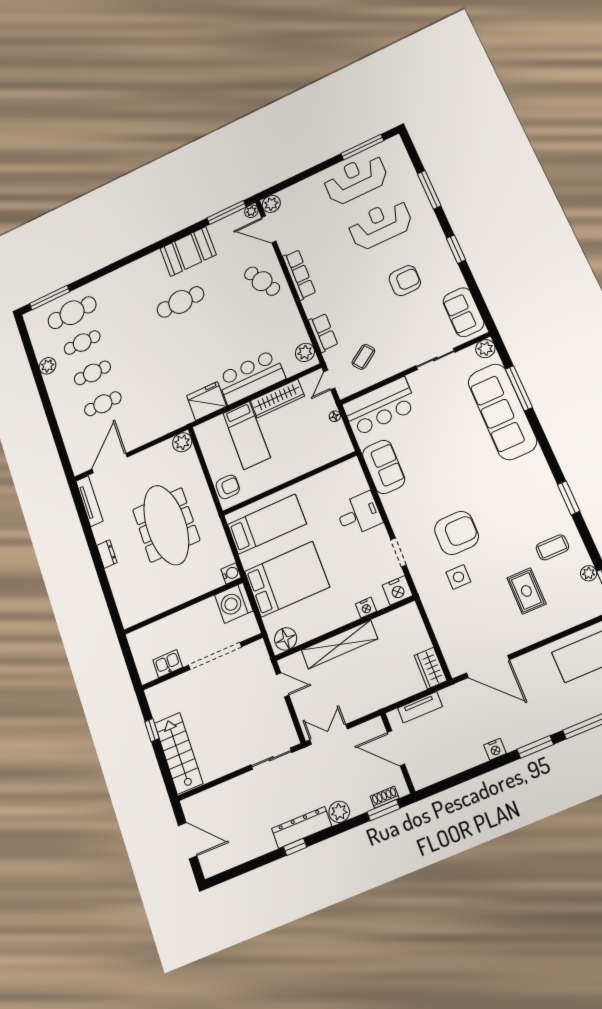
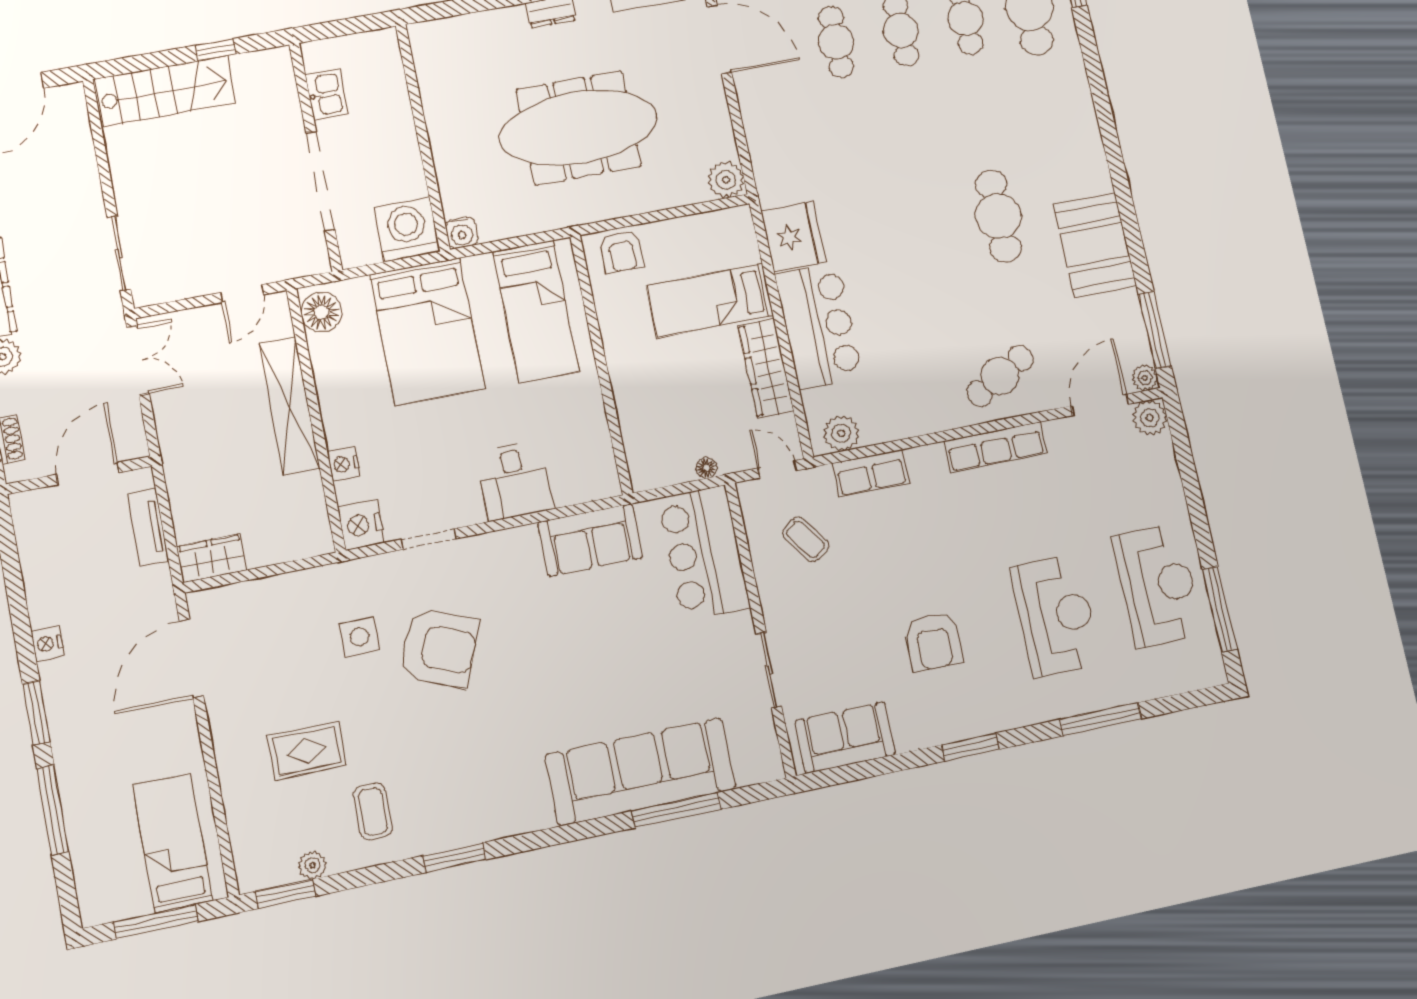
plant: (485, 349) -> (766, 764), removed
armchair: (457, 533) -> (439, 648), turned -68

